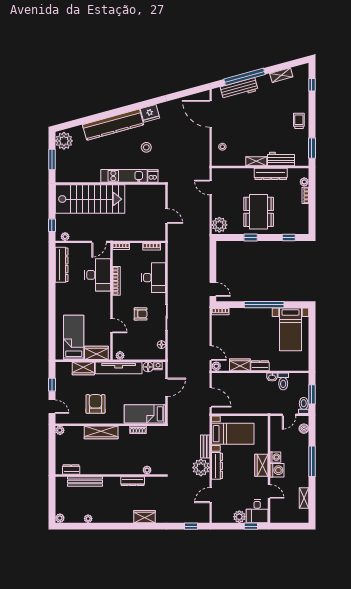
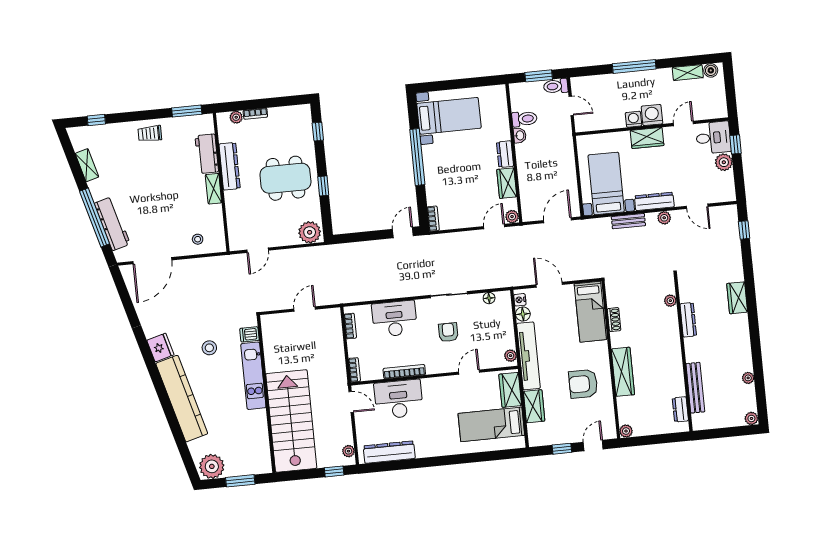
boiler: (304, 429) -> (711, 70), moved
plant: (201, 468) -> (664, 218), width x0.53, depth x0.53

